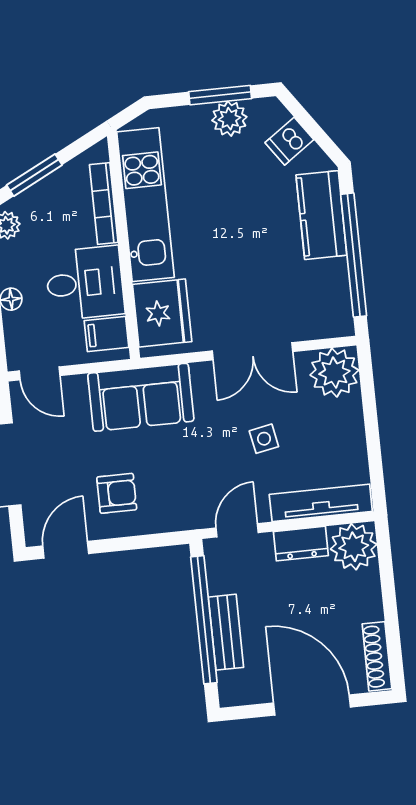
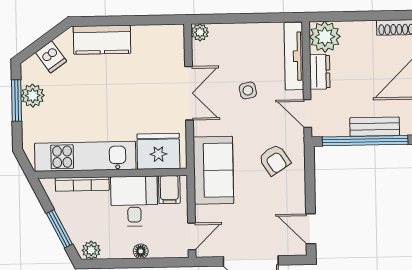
window: (354, 255) -> (131, 20), removed
plant: (334, 373) -> (200, 32), width x0.53, depth x0.53
armchair: (117, 493) -> (275, 160), moved, turned 147

